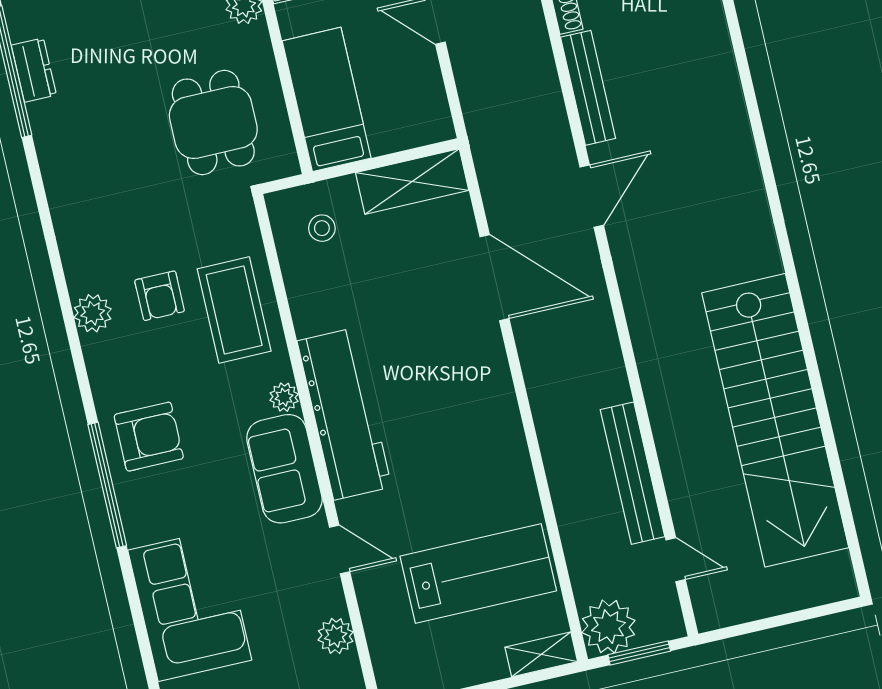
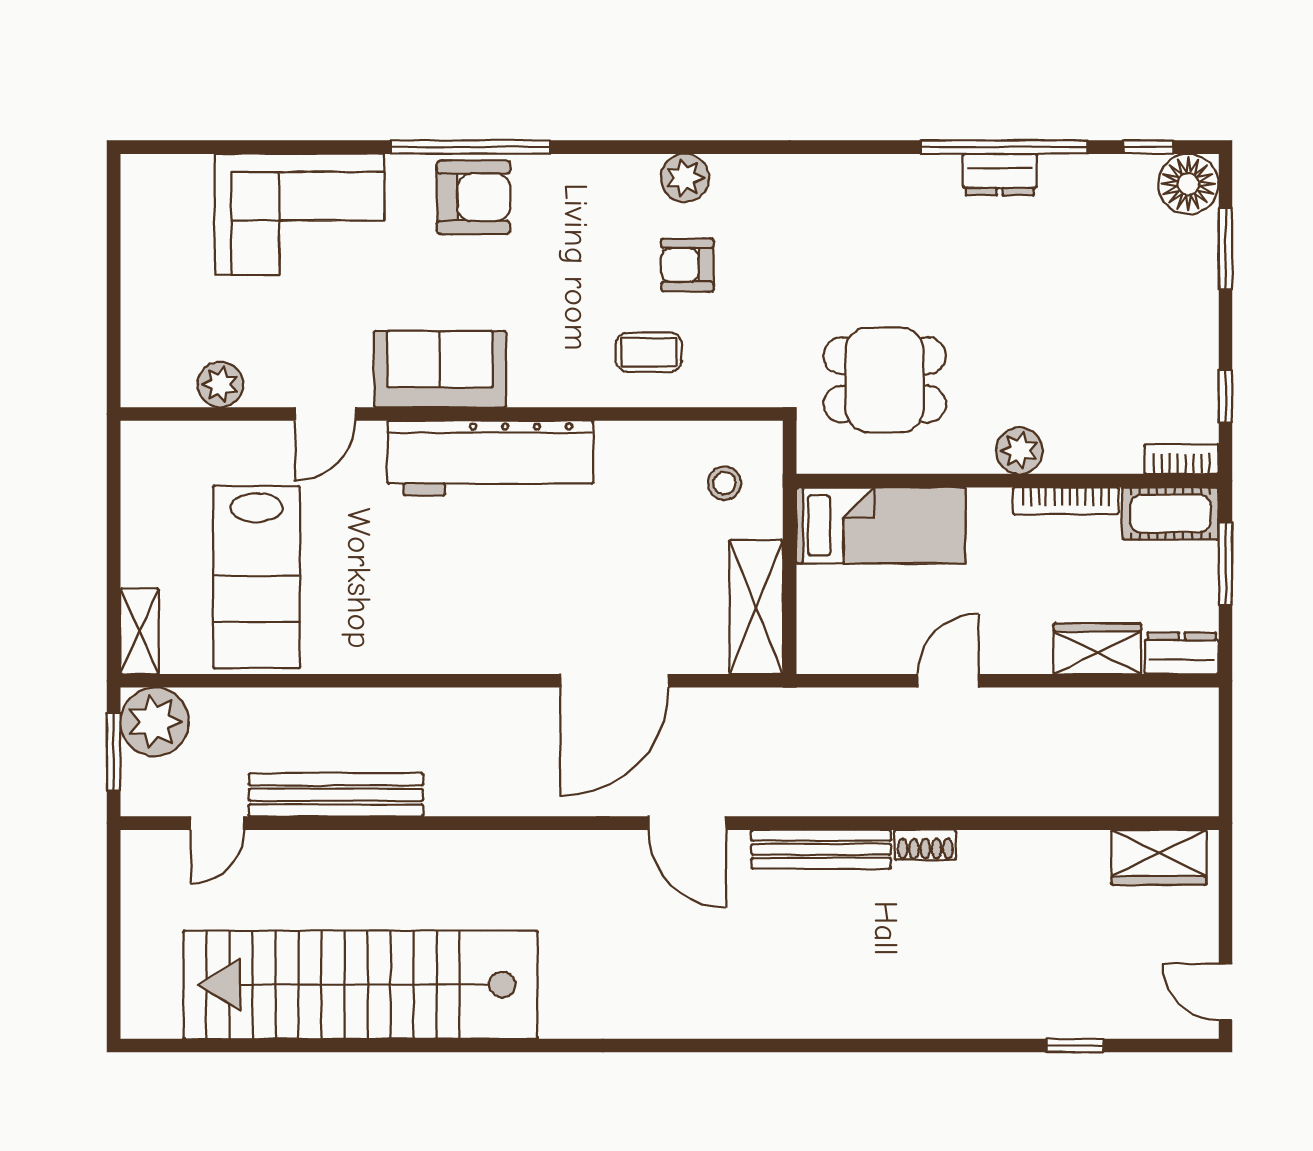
coffee table: (234, 310) -> (649, 352), width x0.54, depth x0.58
plant: (284, 397) -> (528, 389), removed
armchair: (149, 437) -> (473, 197), moved, turned -90

